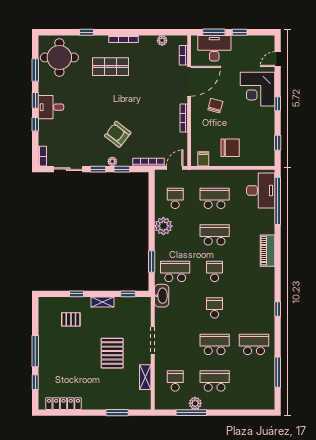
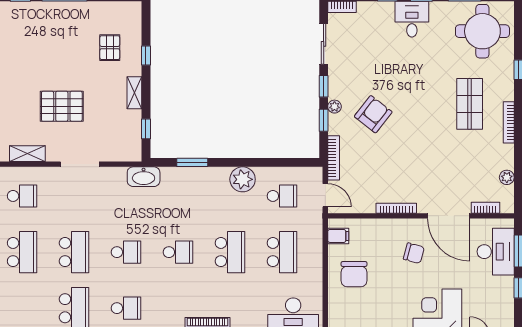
school desk: (175, 271) -> (126, 308), moved, width x0.54

